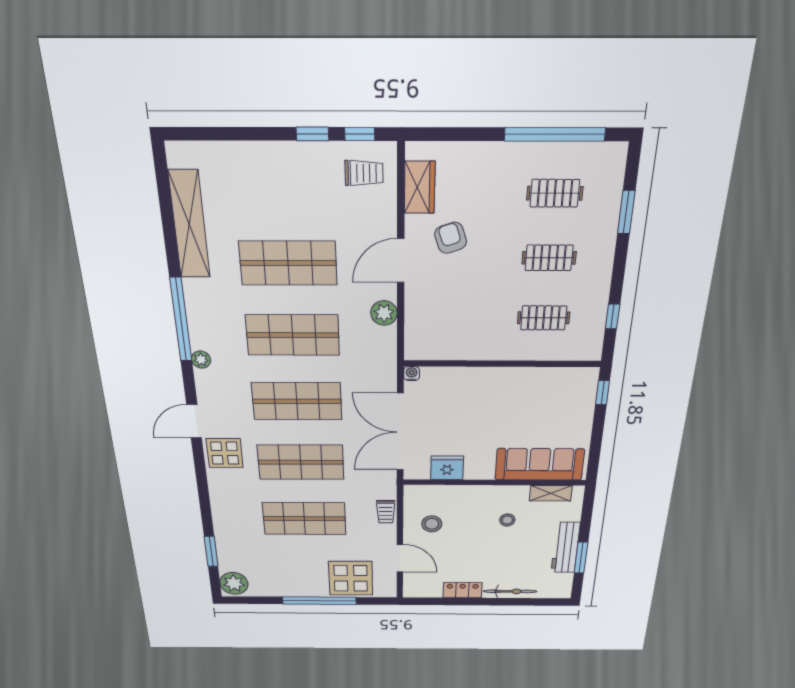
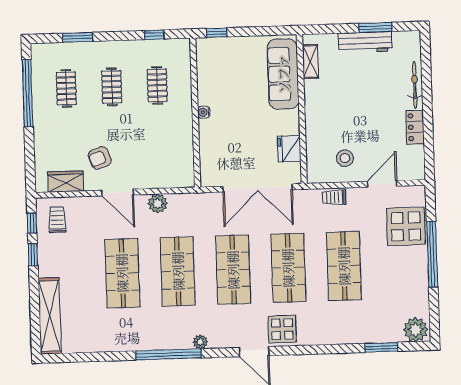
shelving: (189, 225) -> (50, 316), moved, turned 90
water cooler: (412, 374) -> (204, 112), moved
trolley: (386, 512) -> (334, 197), turned 180
stool: (507, 520) -> (339, 95), removed

